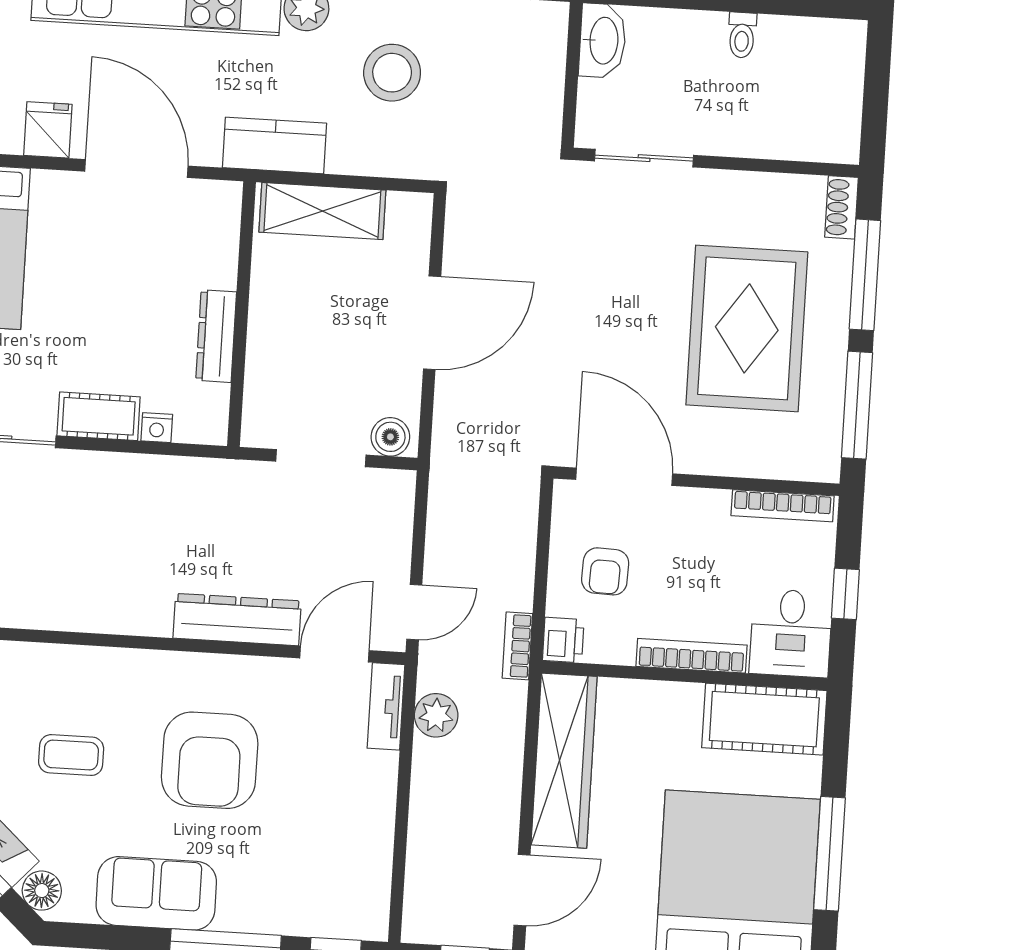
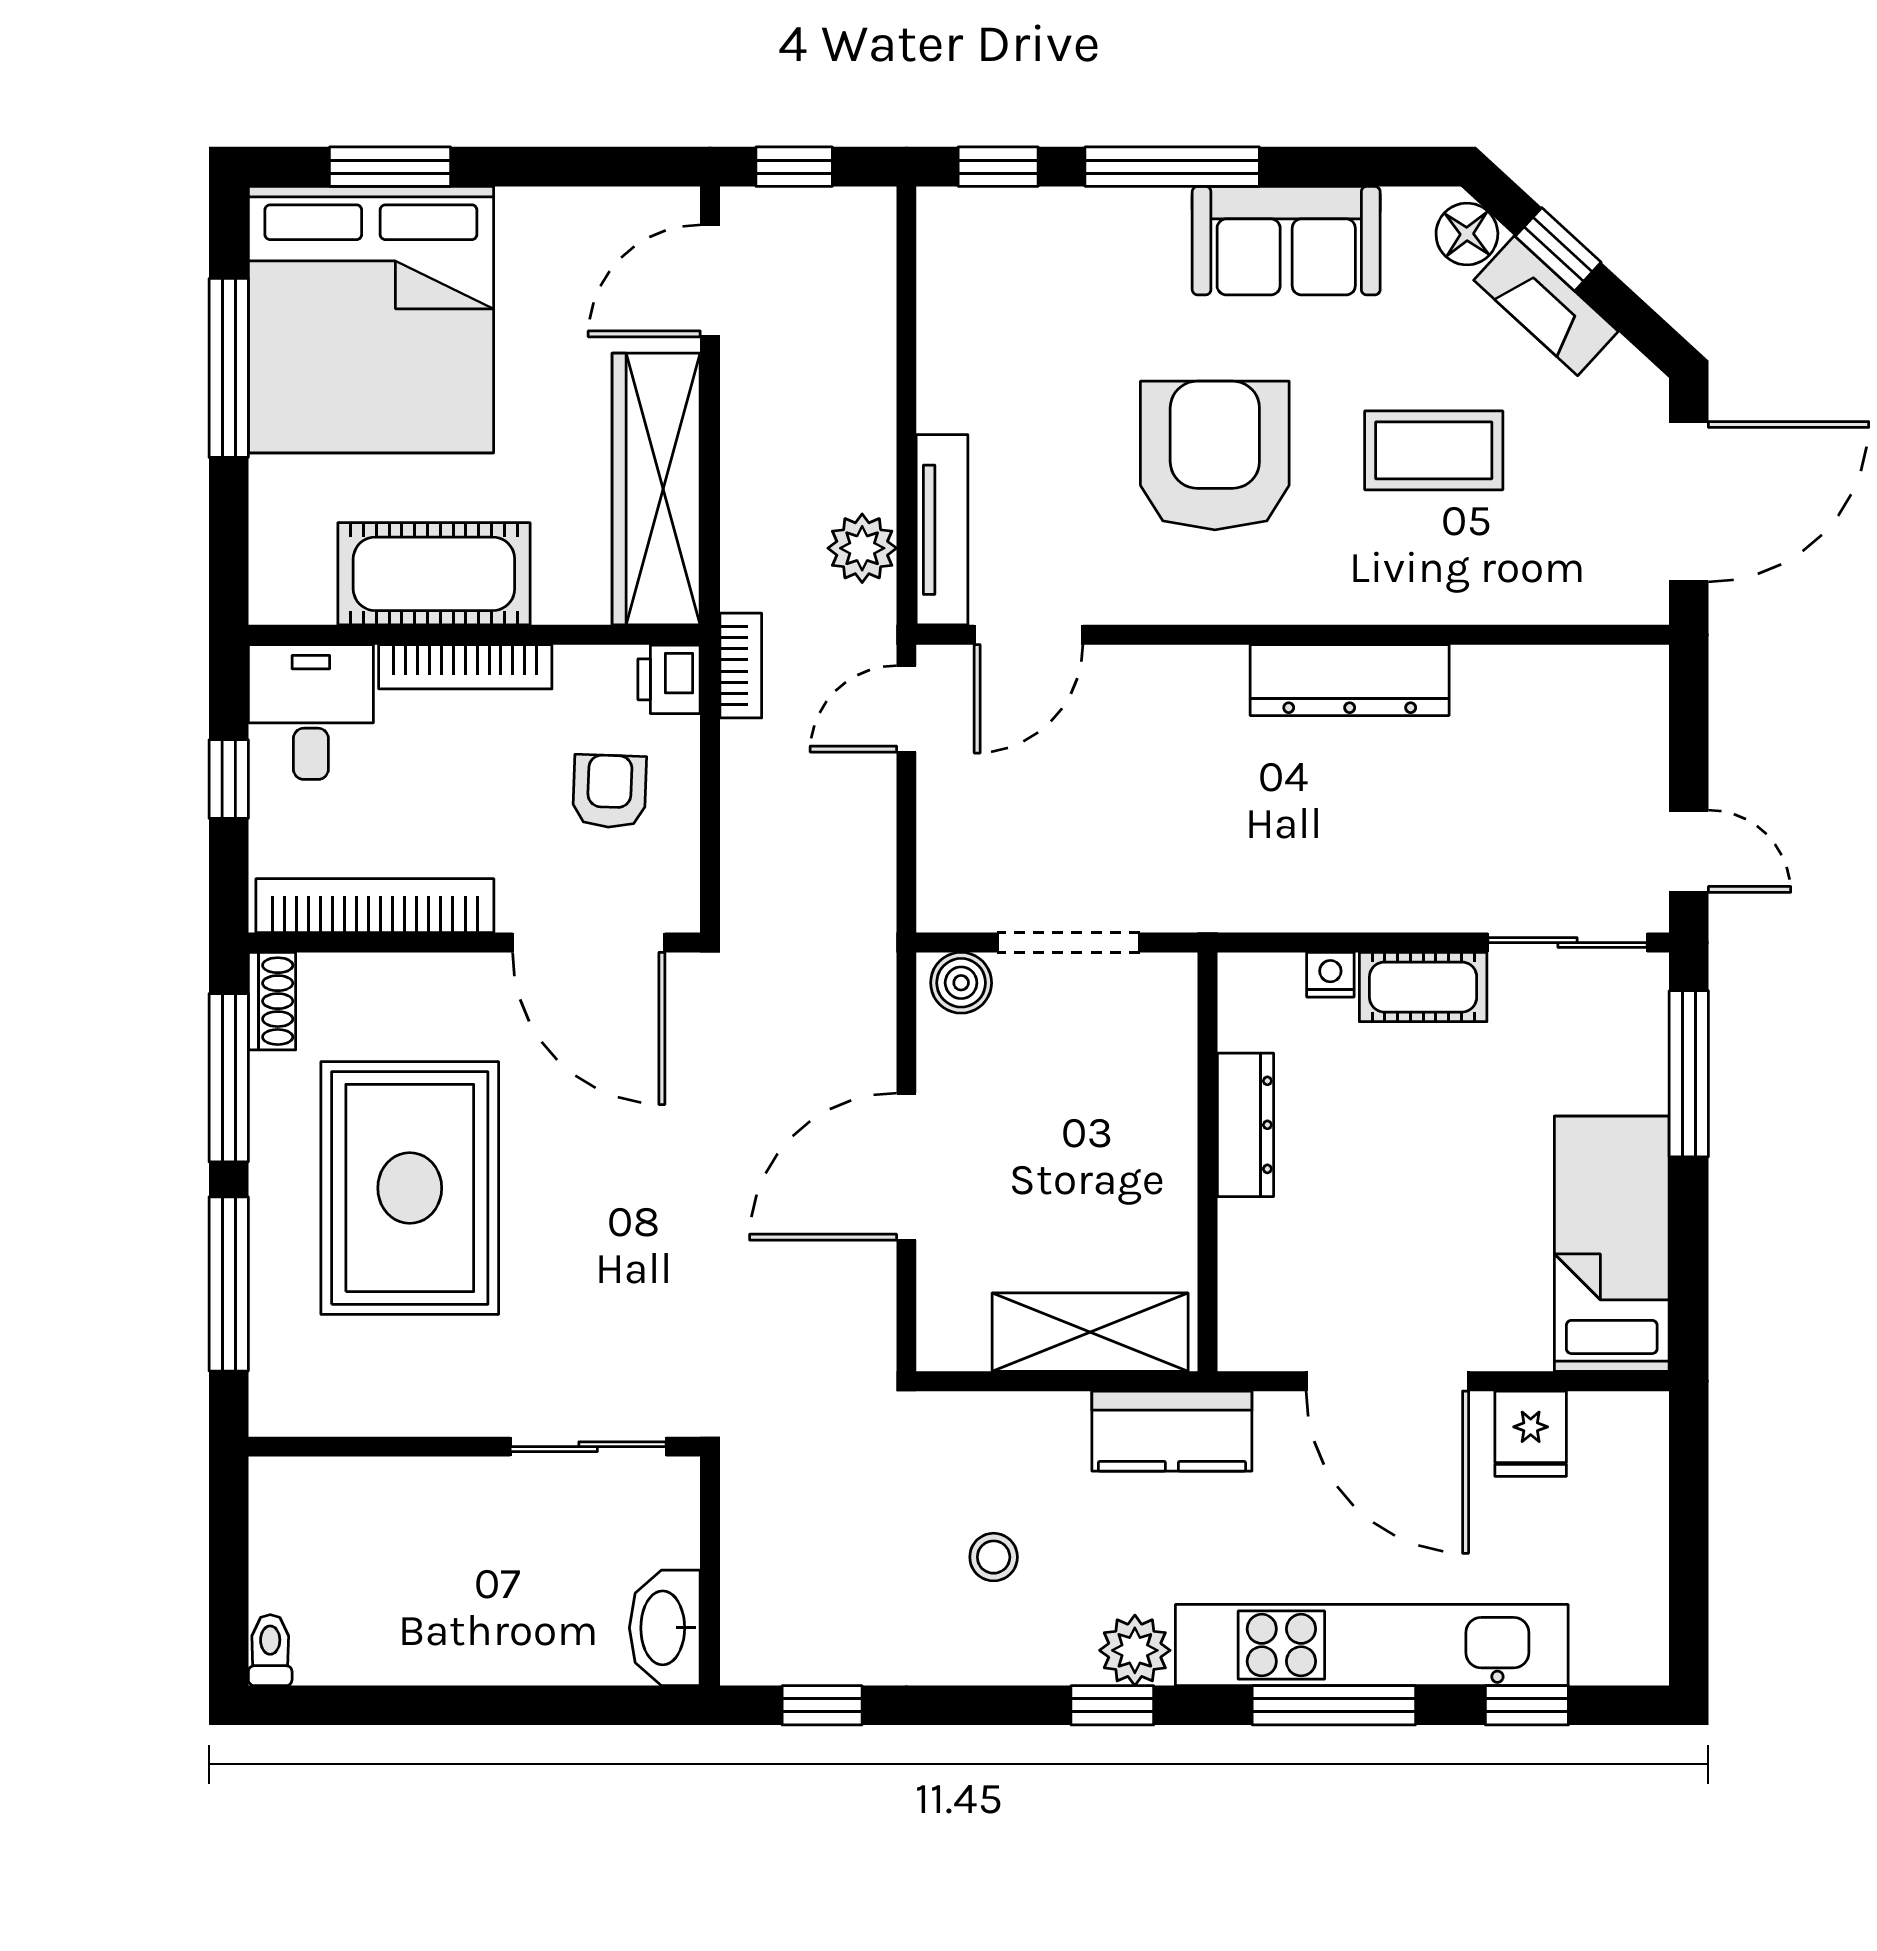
toilet: (742, 35) -> (270, 1650), moved
stool: (392, 73) -> (994, 1557), width x0.53, depth x0.53
shoe rack: (842, 207) -> (272, 1001), moved
bookcase: (783, 506) -> (375, 906), width x1.48, depth x1.31
dresser: (237, 620) -> (1350, 680), moved
tv unit: (386, 706) -> (942, 530), width x1.41
cot: (764, 719) -> (434, 574), moved
coffee table: (71, 755) -> (1434, 450), width x1.36, depth x1.30

